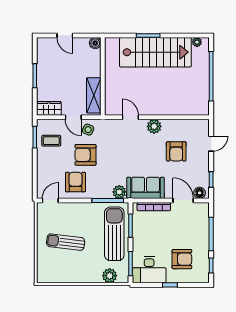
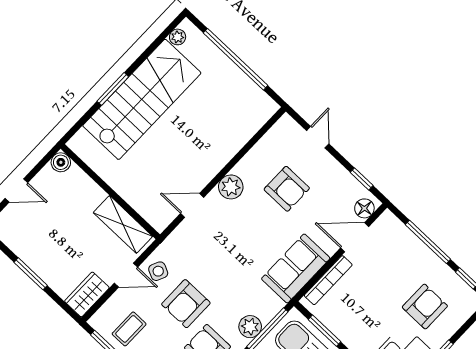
plant: (119, 192) -> (250, 327), moved

